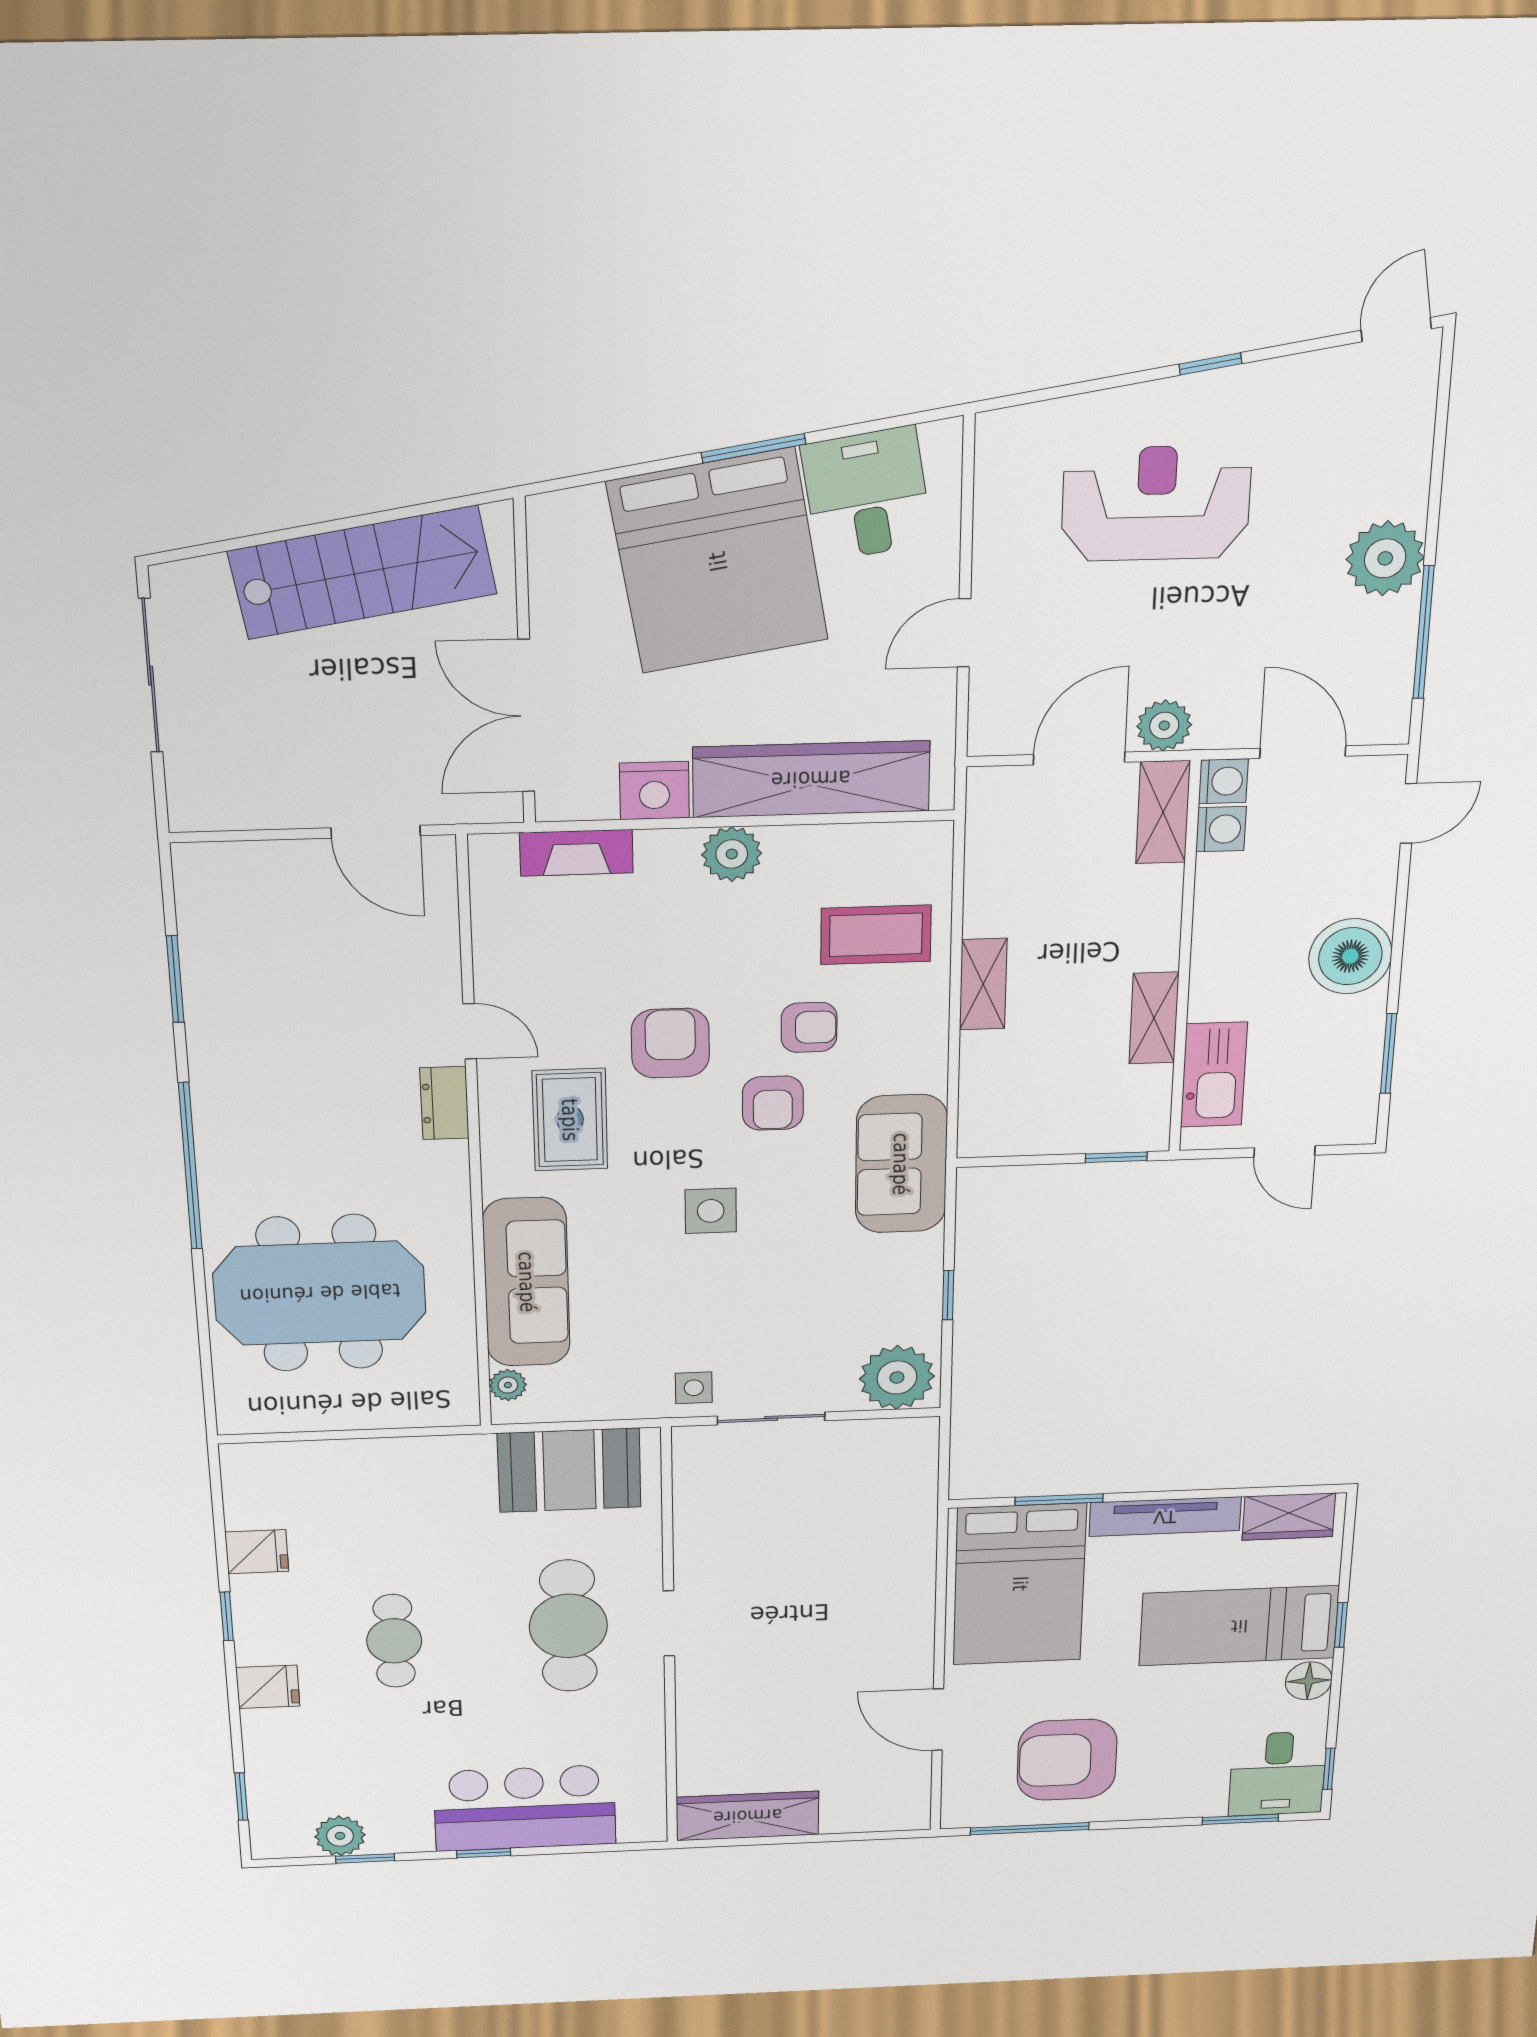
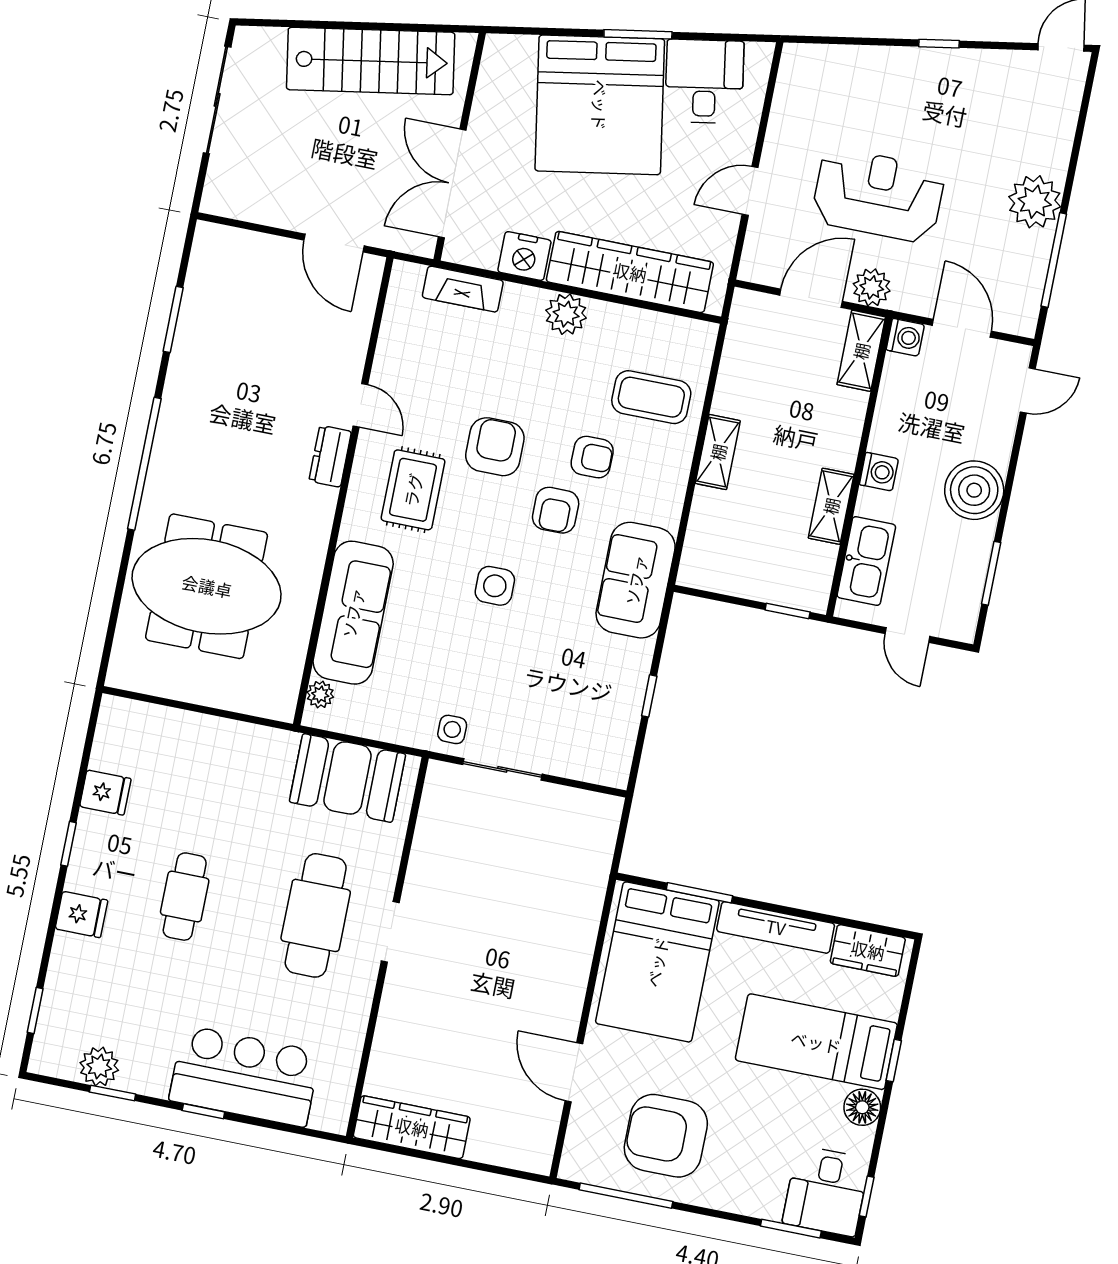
reception desk: (1156, 503) -> (878, 195), moved
washing machine: (1221, 829) -> (879, 472), moved
plant: (897, 1377) -> (600, 757), removed

